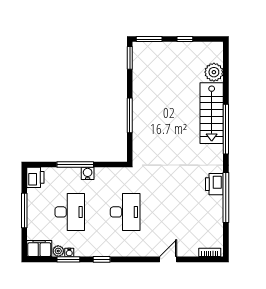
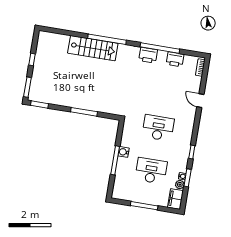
plant: (214, 72) -> (61, 41), removed
printer: (35, 177) -> (175, 59), moved, turned 180

